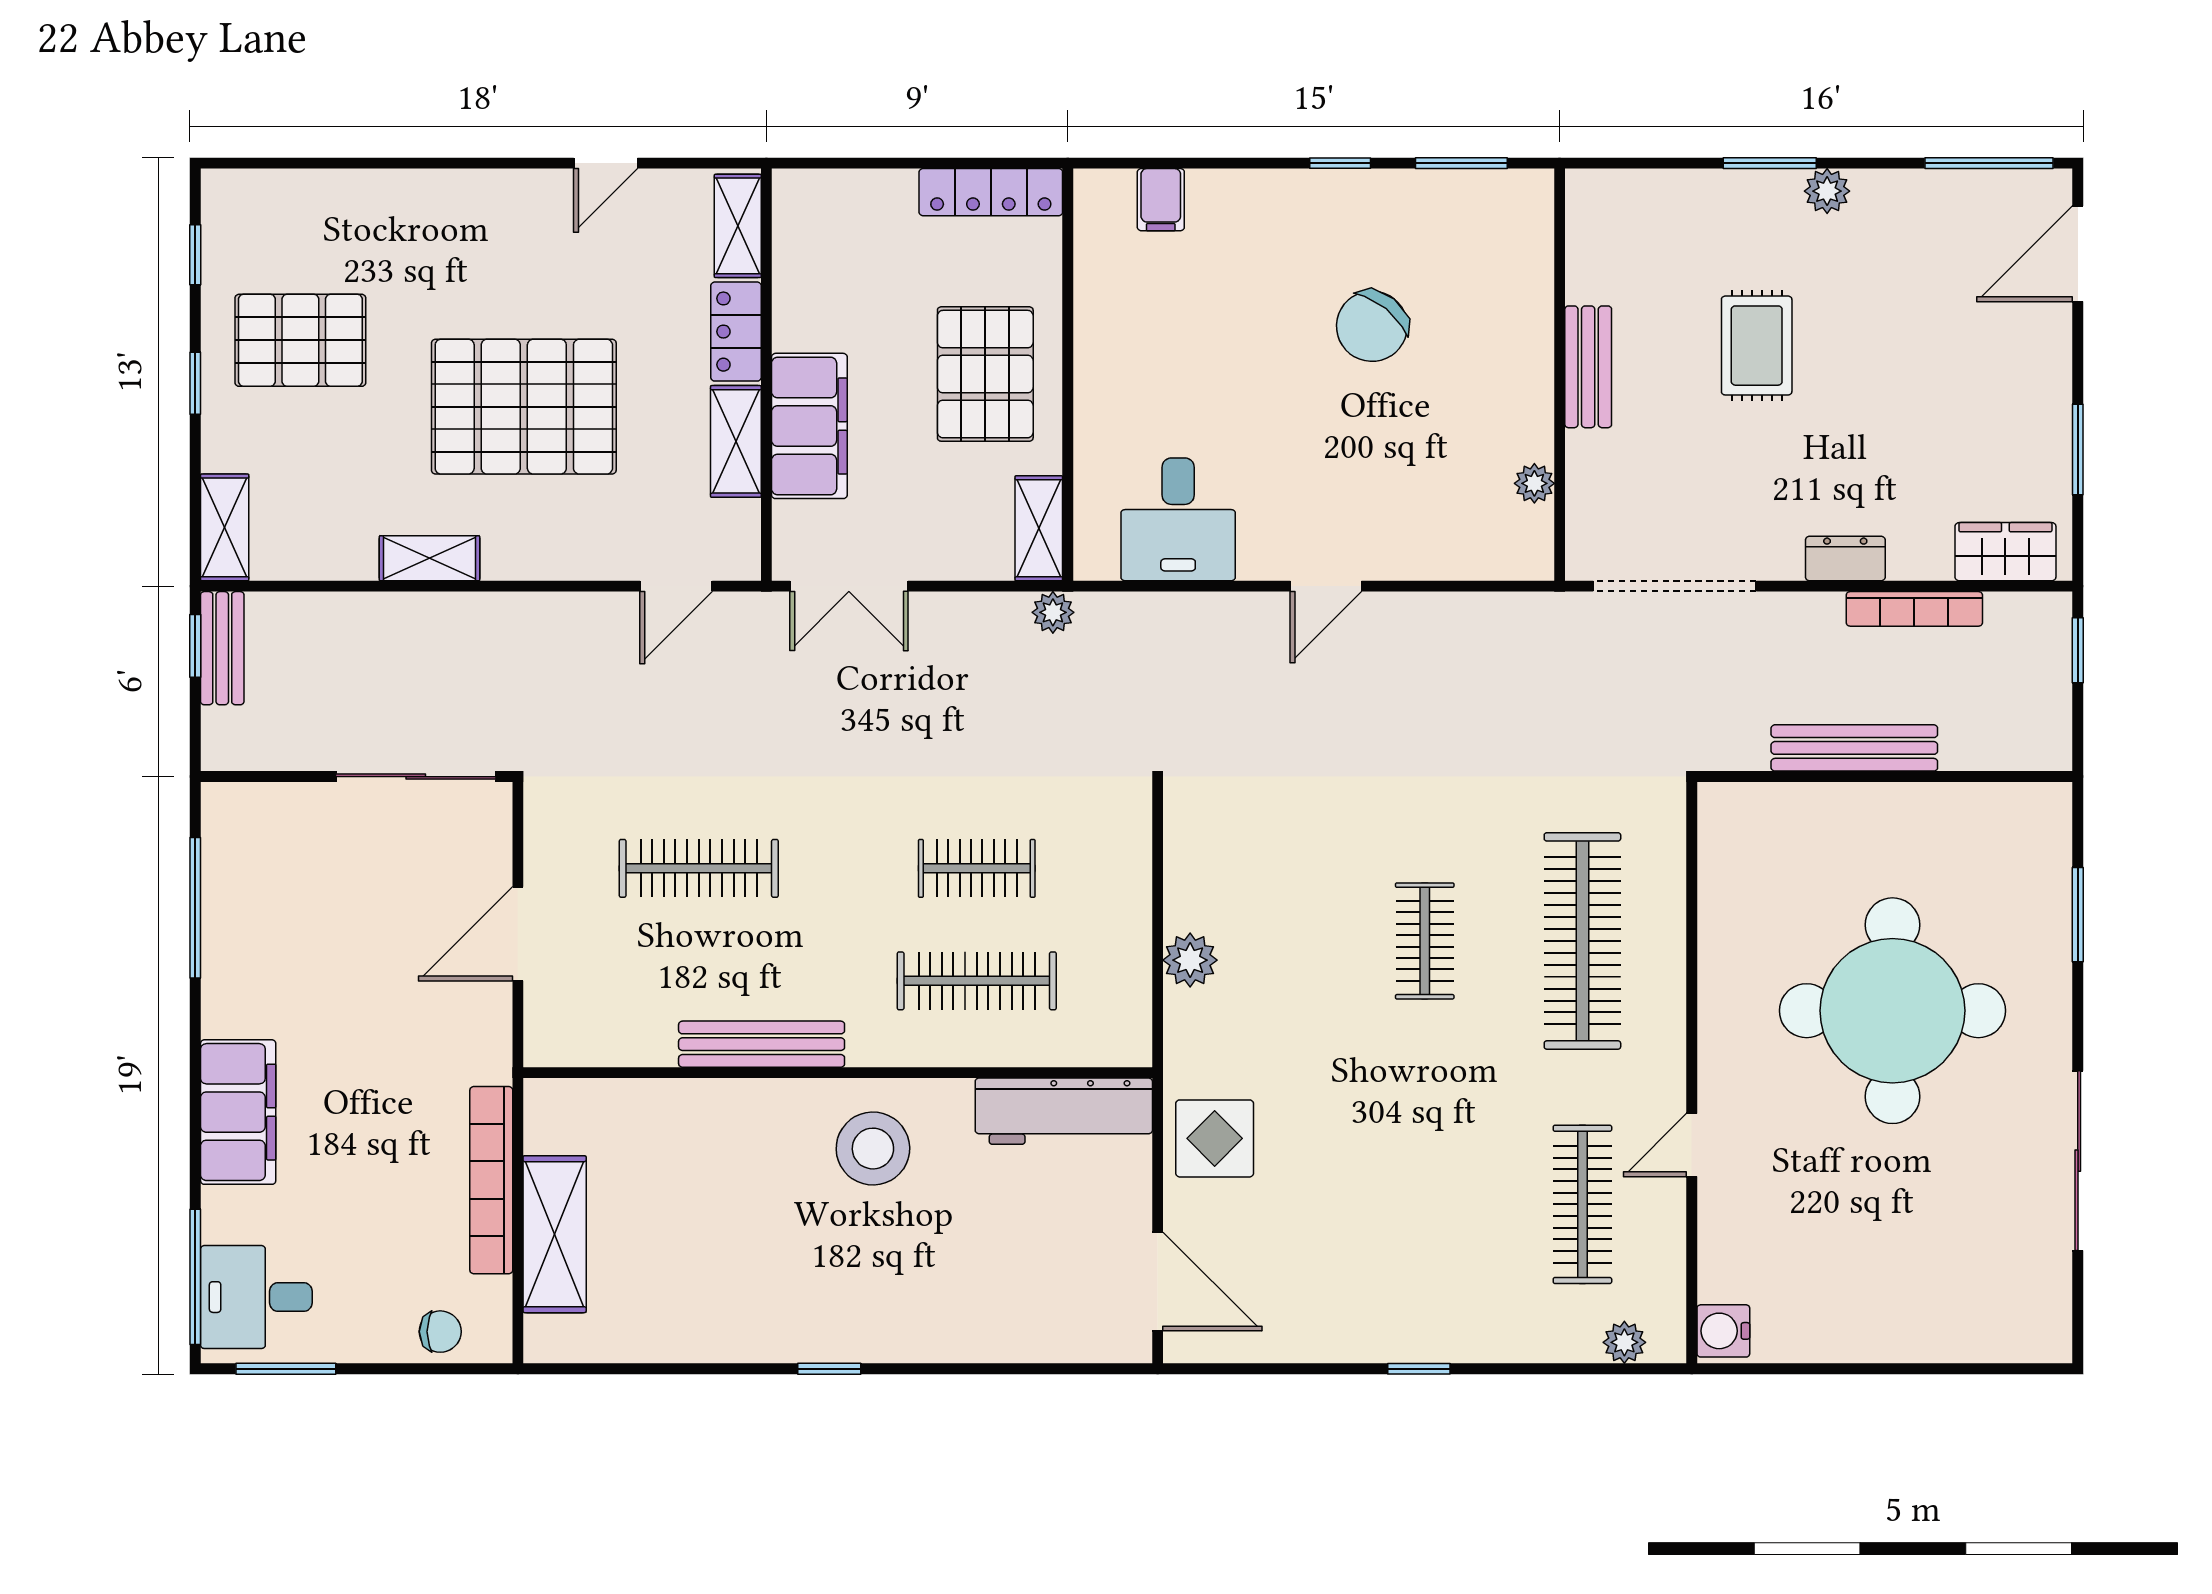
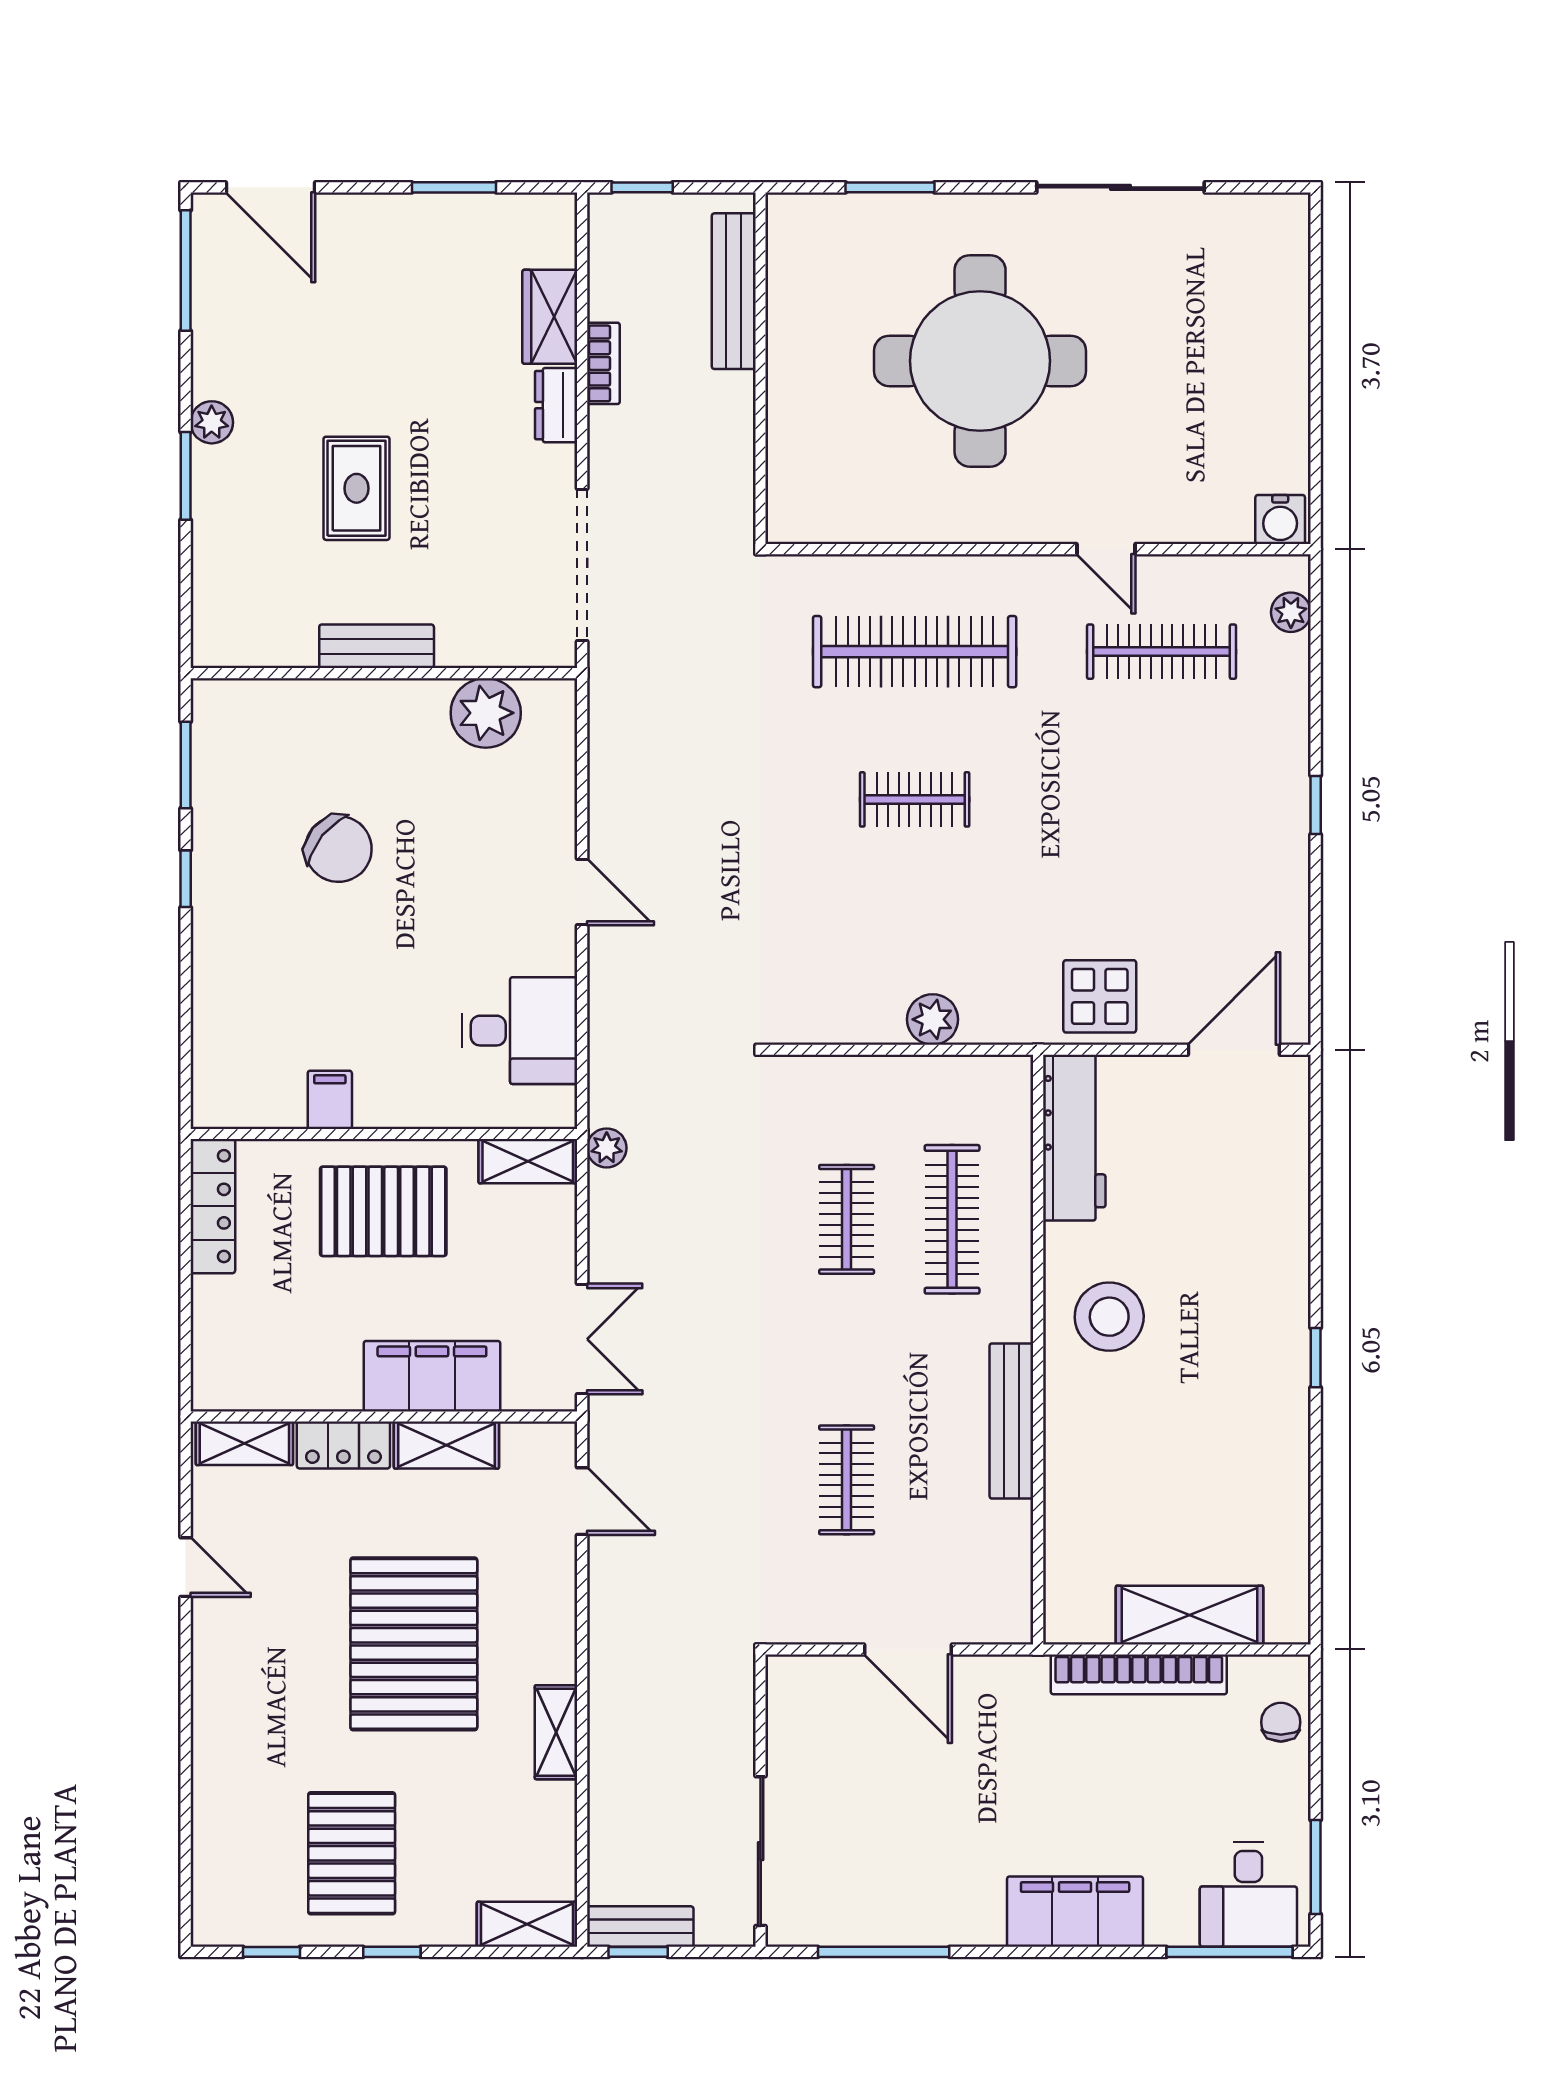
filing cabinet: (1161, 200) -> (330, 1100), moved, turned -90
rug: (1757, 346) -> (357, 488), turned 90
plant: (1534, 483) -> (486, 713), width x1.88, depth x1.88
wardrobe: (2005, 552) -> (550, 317), moved
bookcase: (1914, 609) -> (603, 363), width x0.64
bench: (1854, 748) -> (734, 291), moved
sliding door: (416, 777) -> (761, 1851), moved
clothes rail: (699, 868) -> (847, 1480), width x0.73

